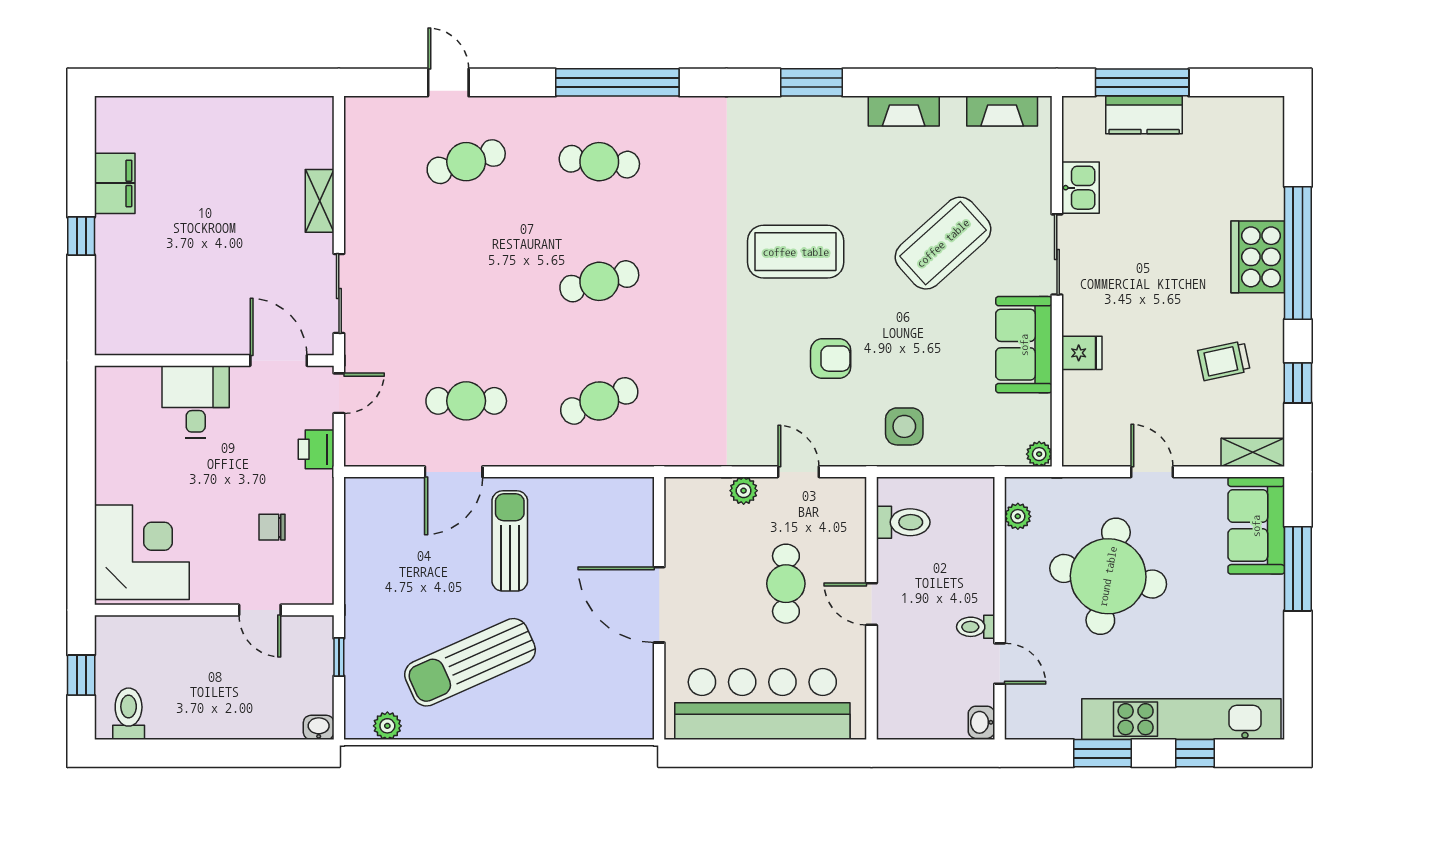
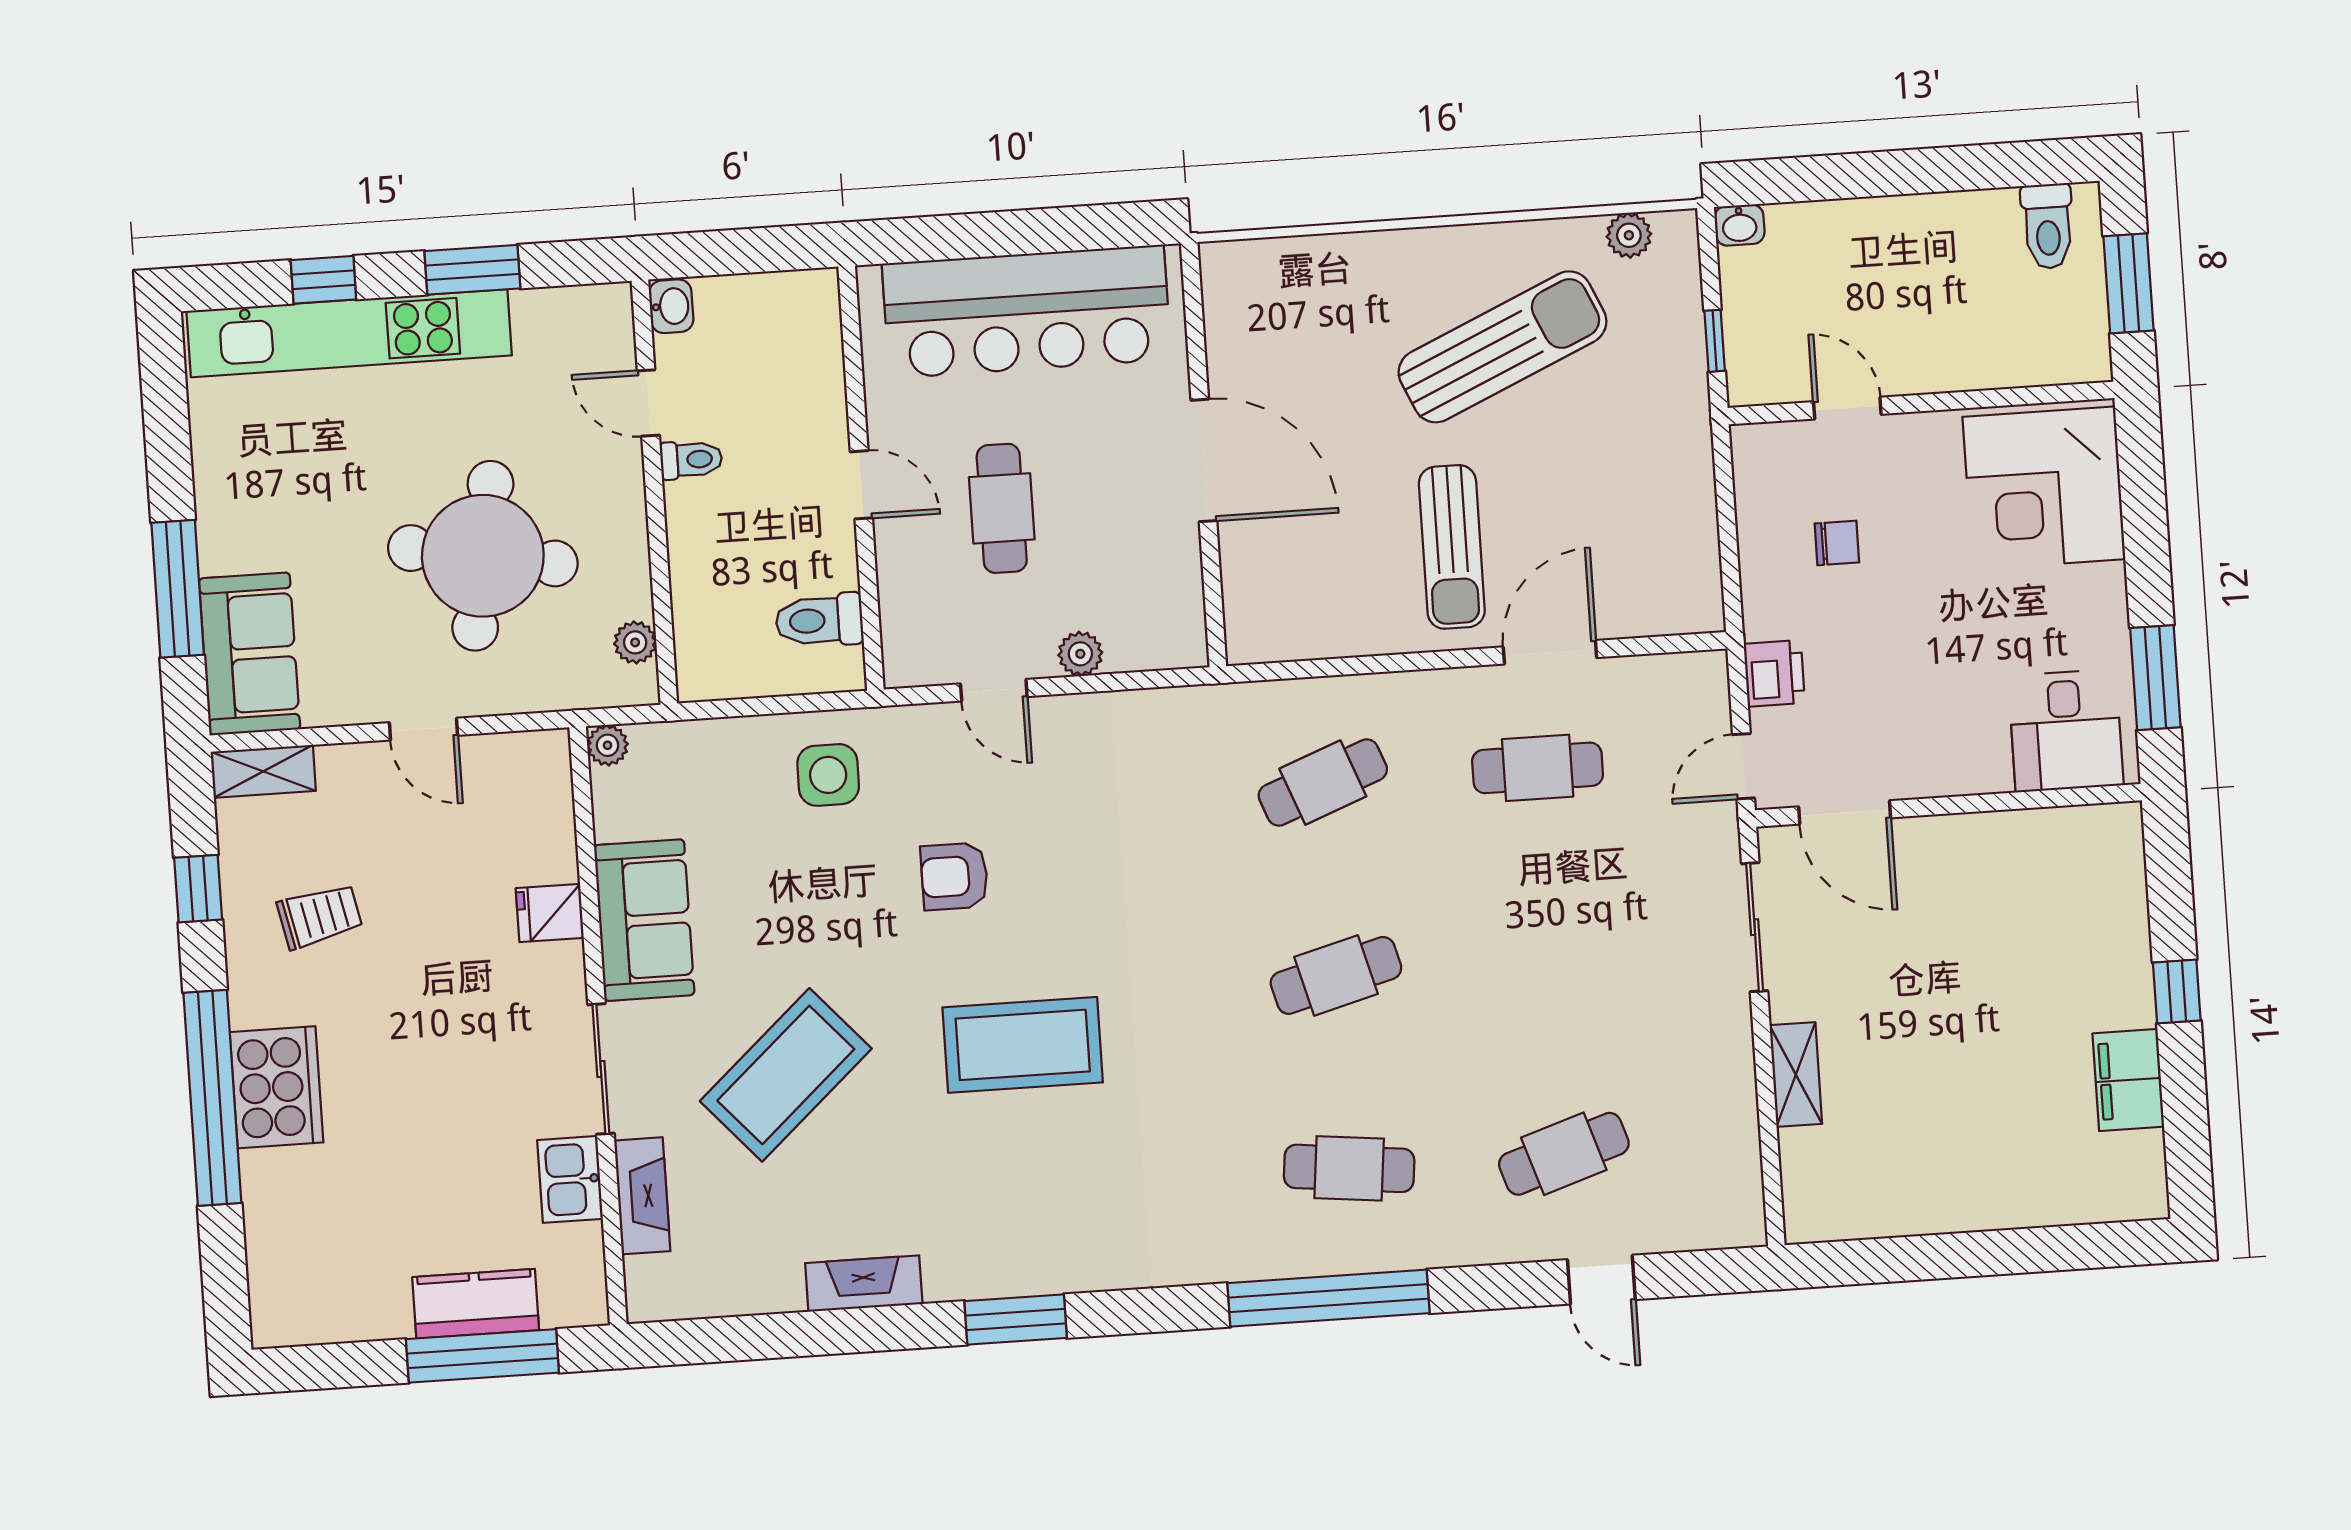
fireplace: (1002, 111) -> (642, 1196), moved, turned 90
desk: (196, 402) -> (2066, 731), moved
window: (81, 431) -> (2155, 678), added
window: (81, 675) -> (2129, 283), width x1.50

